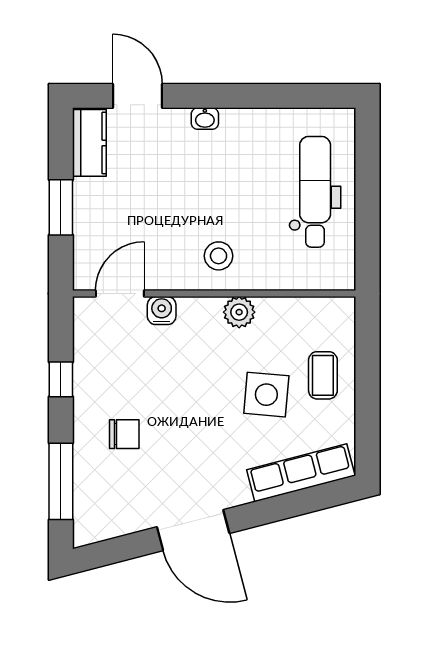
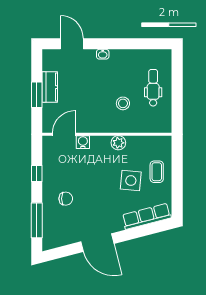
kitchen counter: (89, 143) -> (50, 87), moved
dental chair: (315, 192) -> (153, 88), width x0.73, depth x0.72
stool: (219, 256) -> (123, 103), moved

